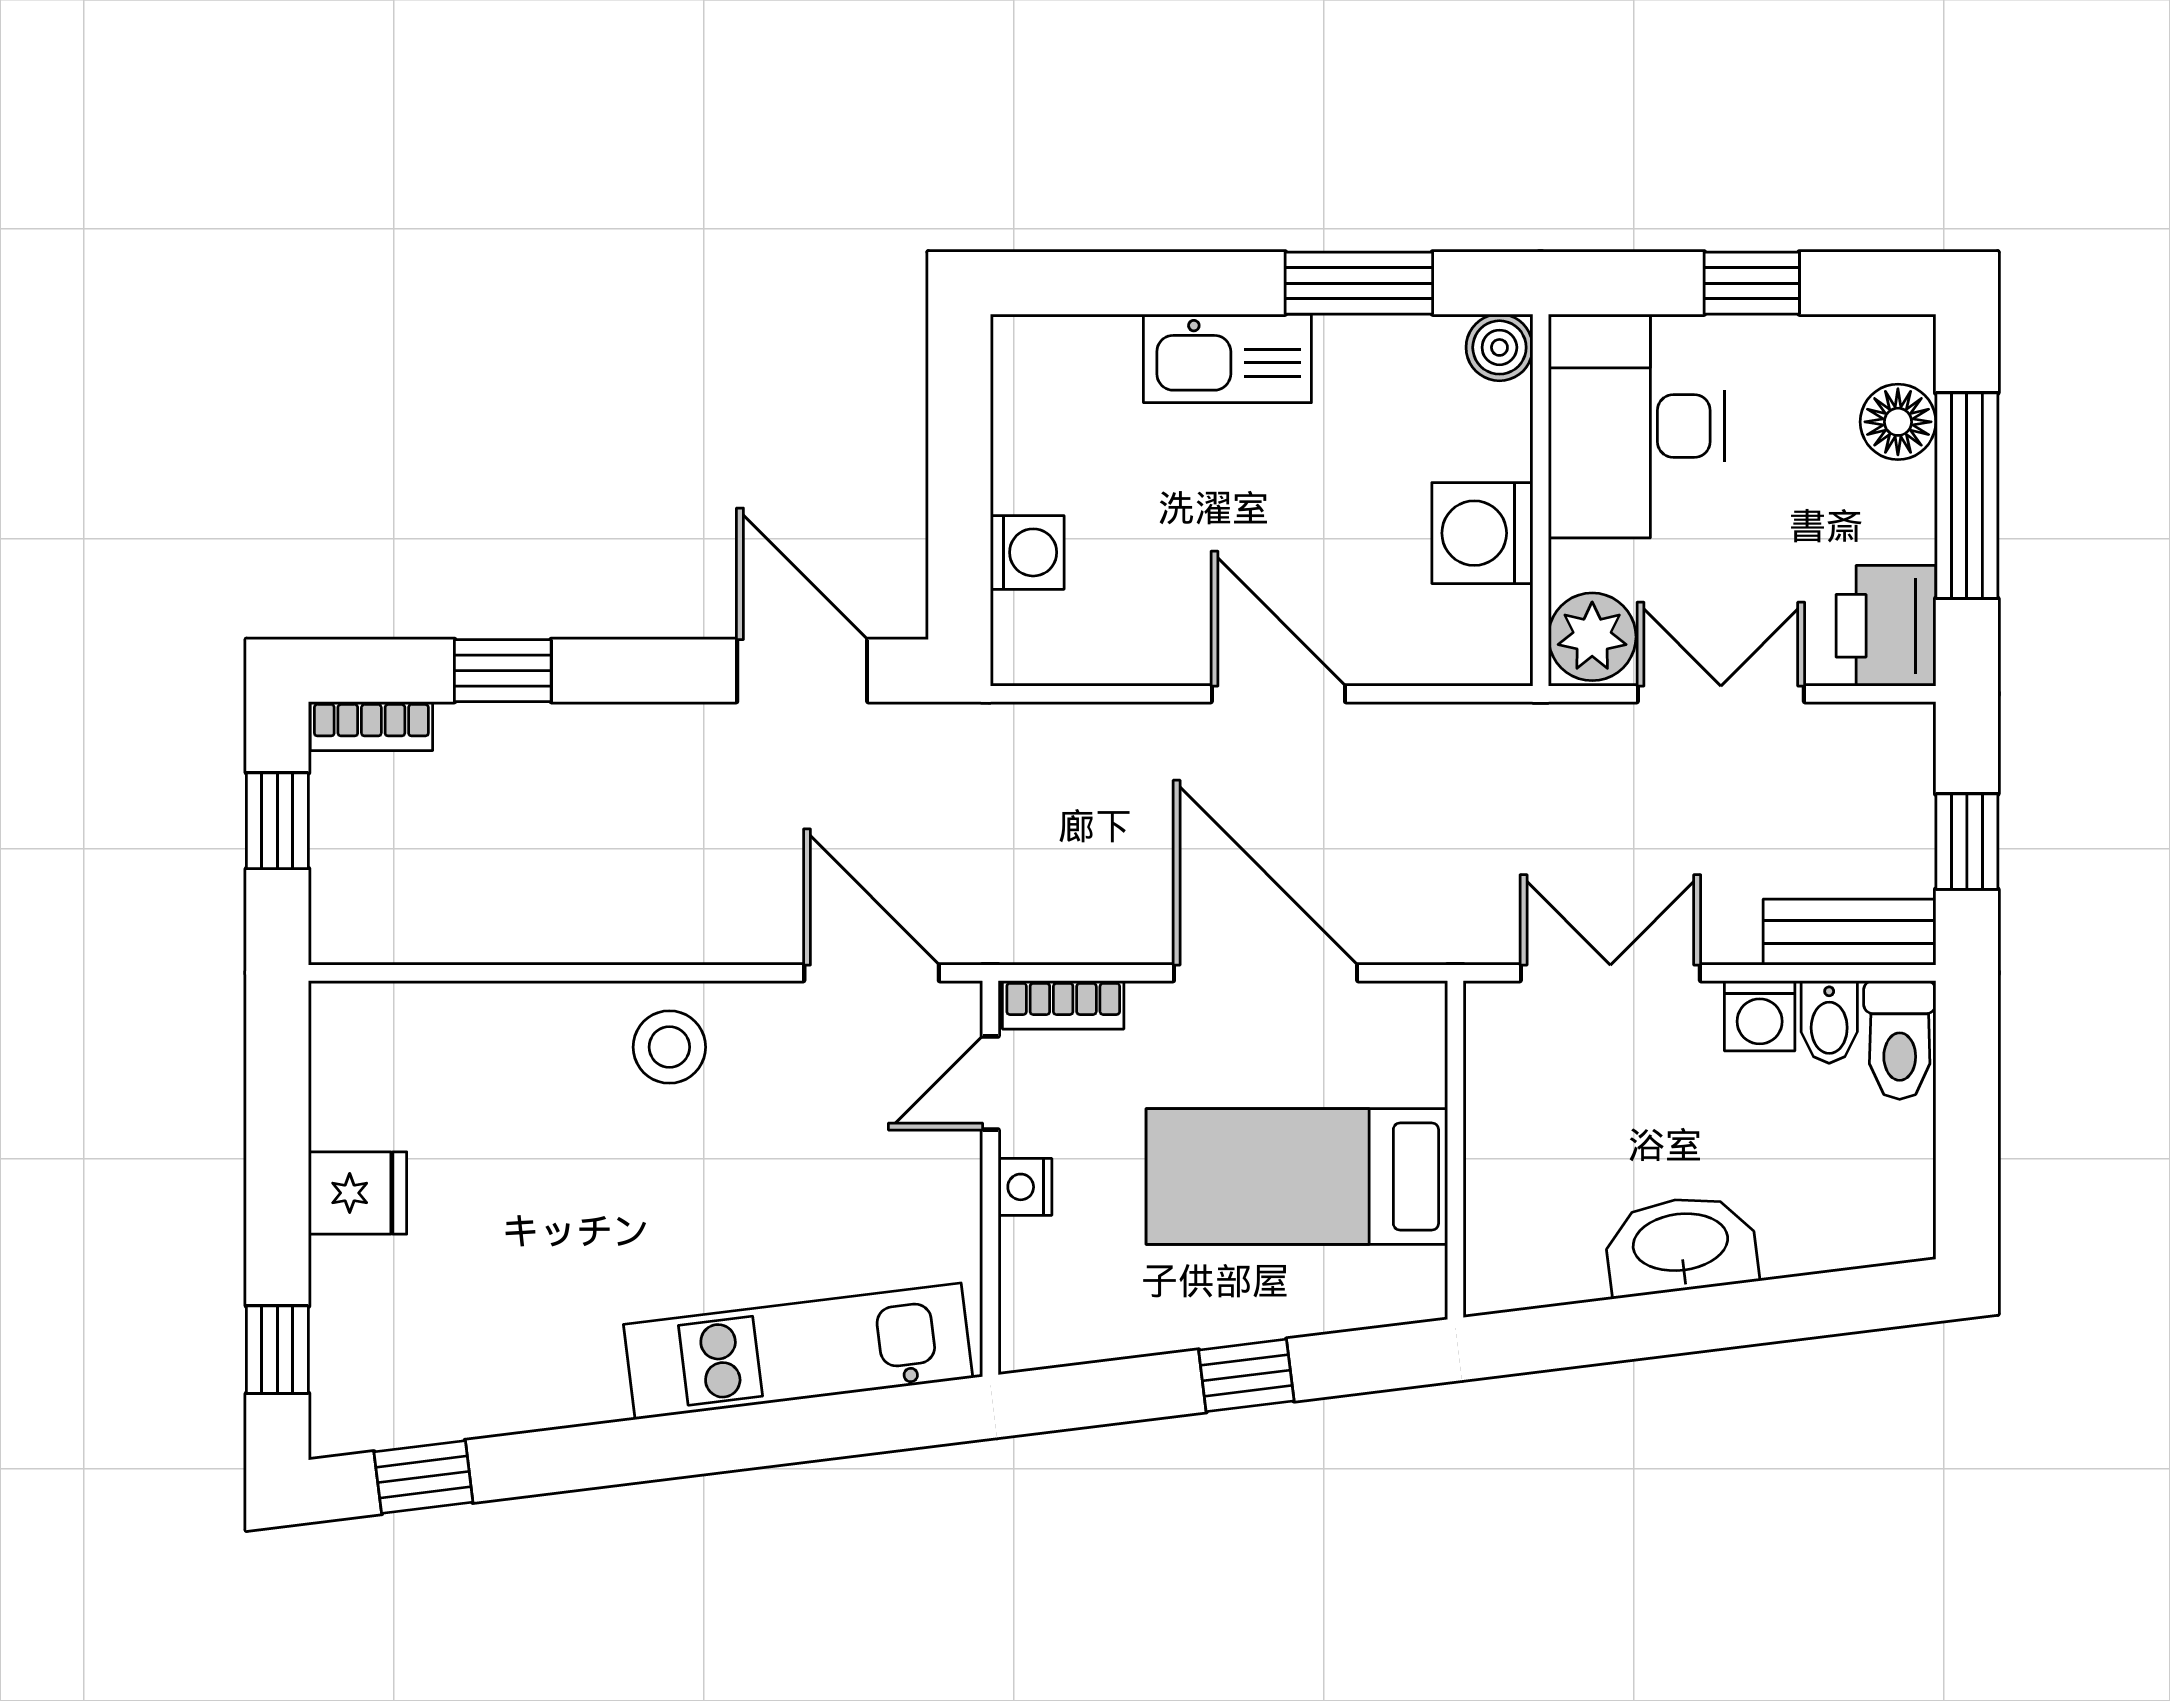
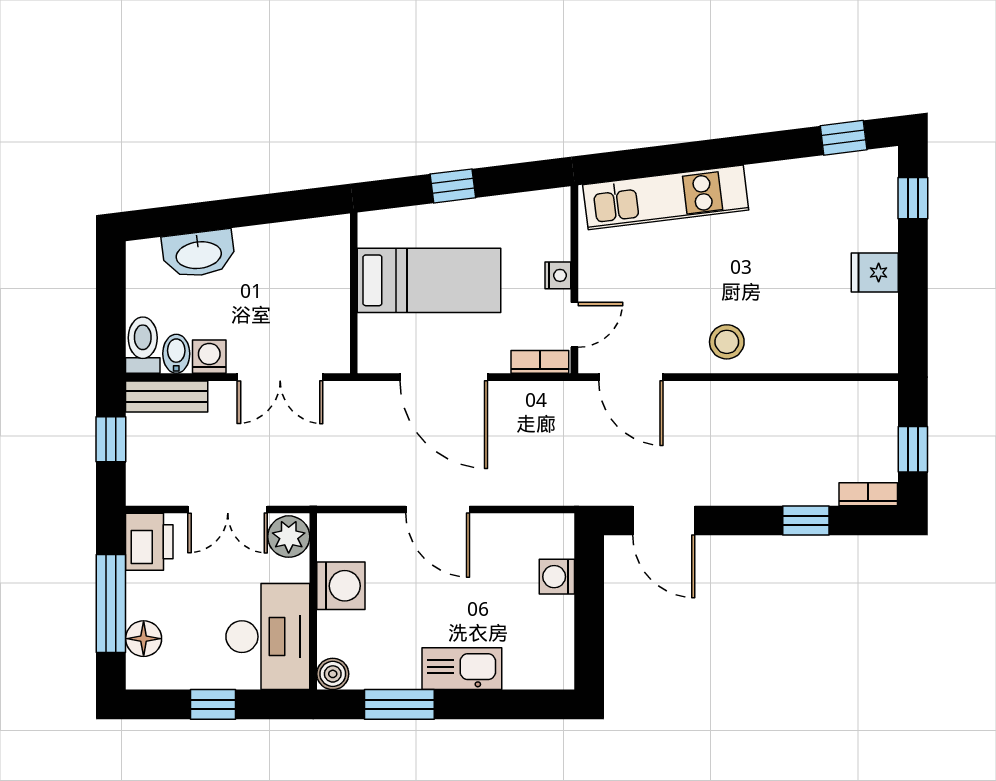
washbasin: (1681, 1245) -> (199, 254), moved

